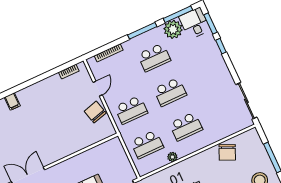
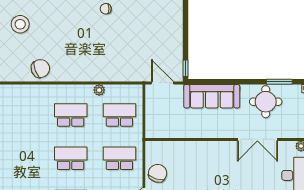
chair: (95, 112) -> (158, 173), turned -148
chair: (227, 152) -> (40, 69), turned 45

